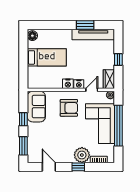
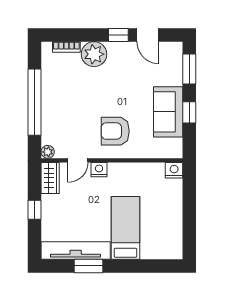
floor lamp: (32, 36) -> (175, 249), removed
bed: (47, 57) -> (126, 228), moved, turned 90
nightstand: (68, 84) -> (174, 170), moved
sofa: (36, 107) -> (168, 112), moved
corner sofa: (100, 124) -> (64, 105), removed
window: (78, 167) -> (118, 35), moved

